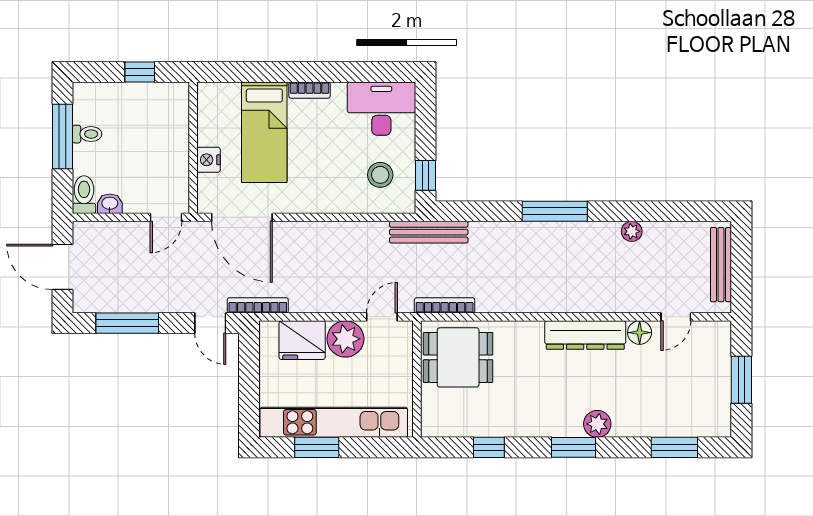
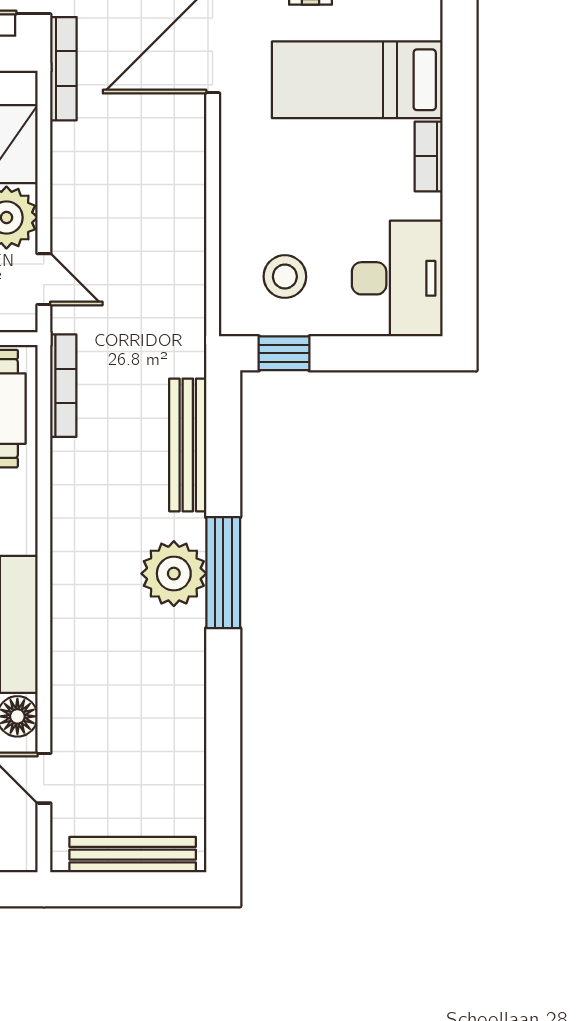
plant: (632, 231) -> (174, 574), moved, width x1.87, depth x1.87
bench: (429, 232) -> (188, 445), moved

